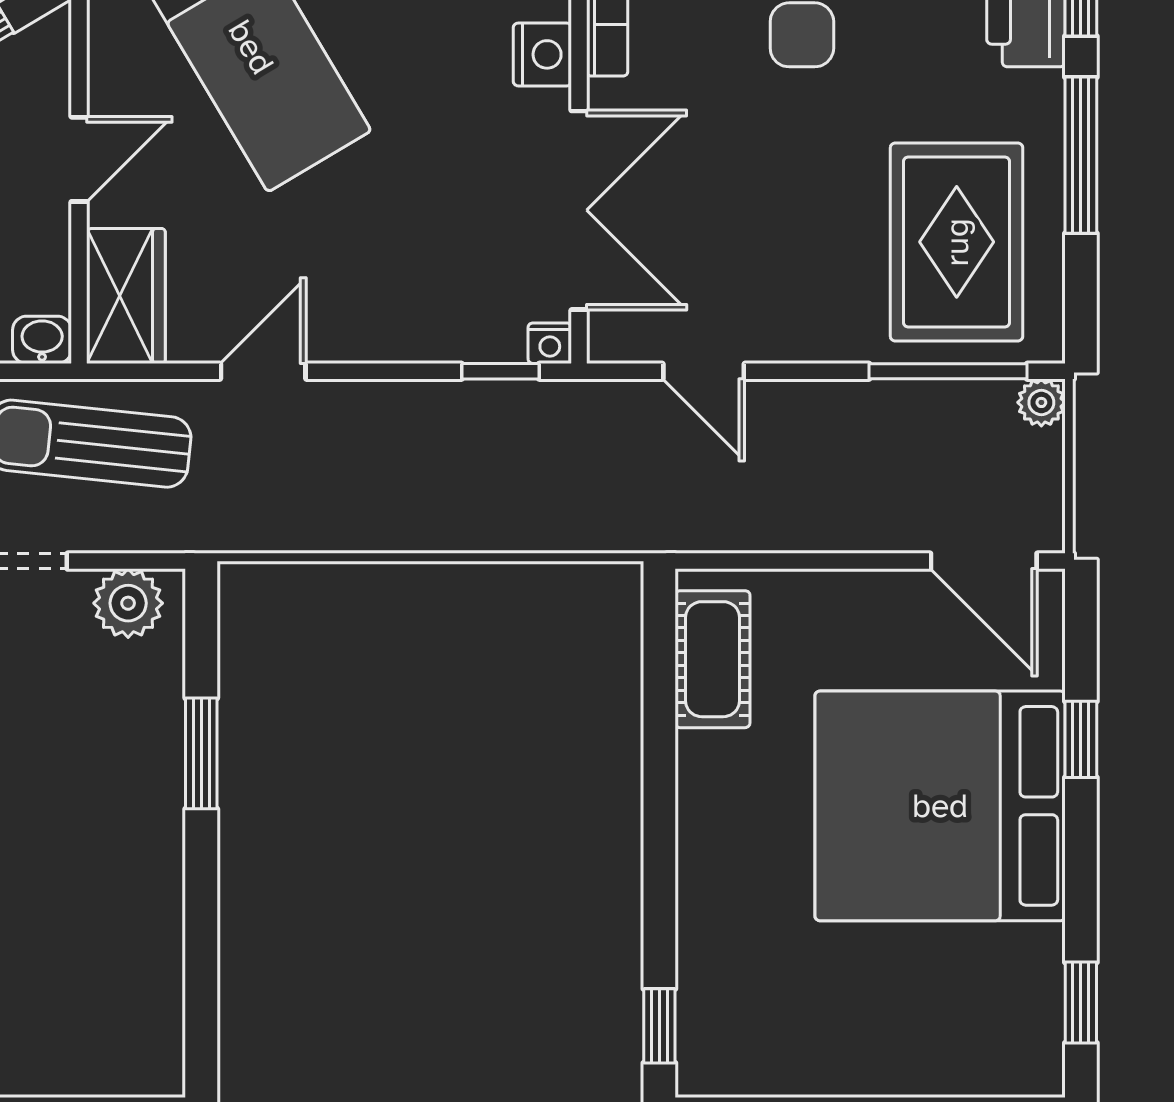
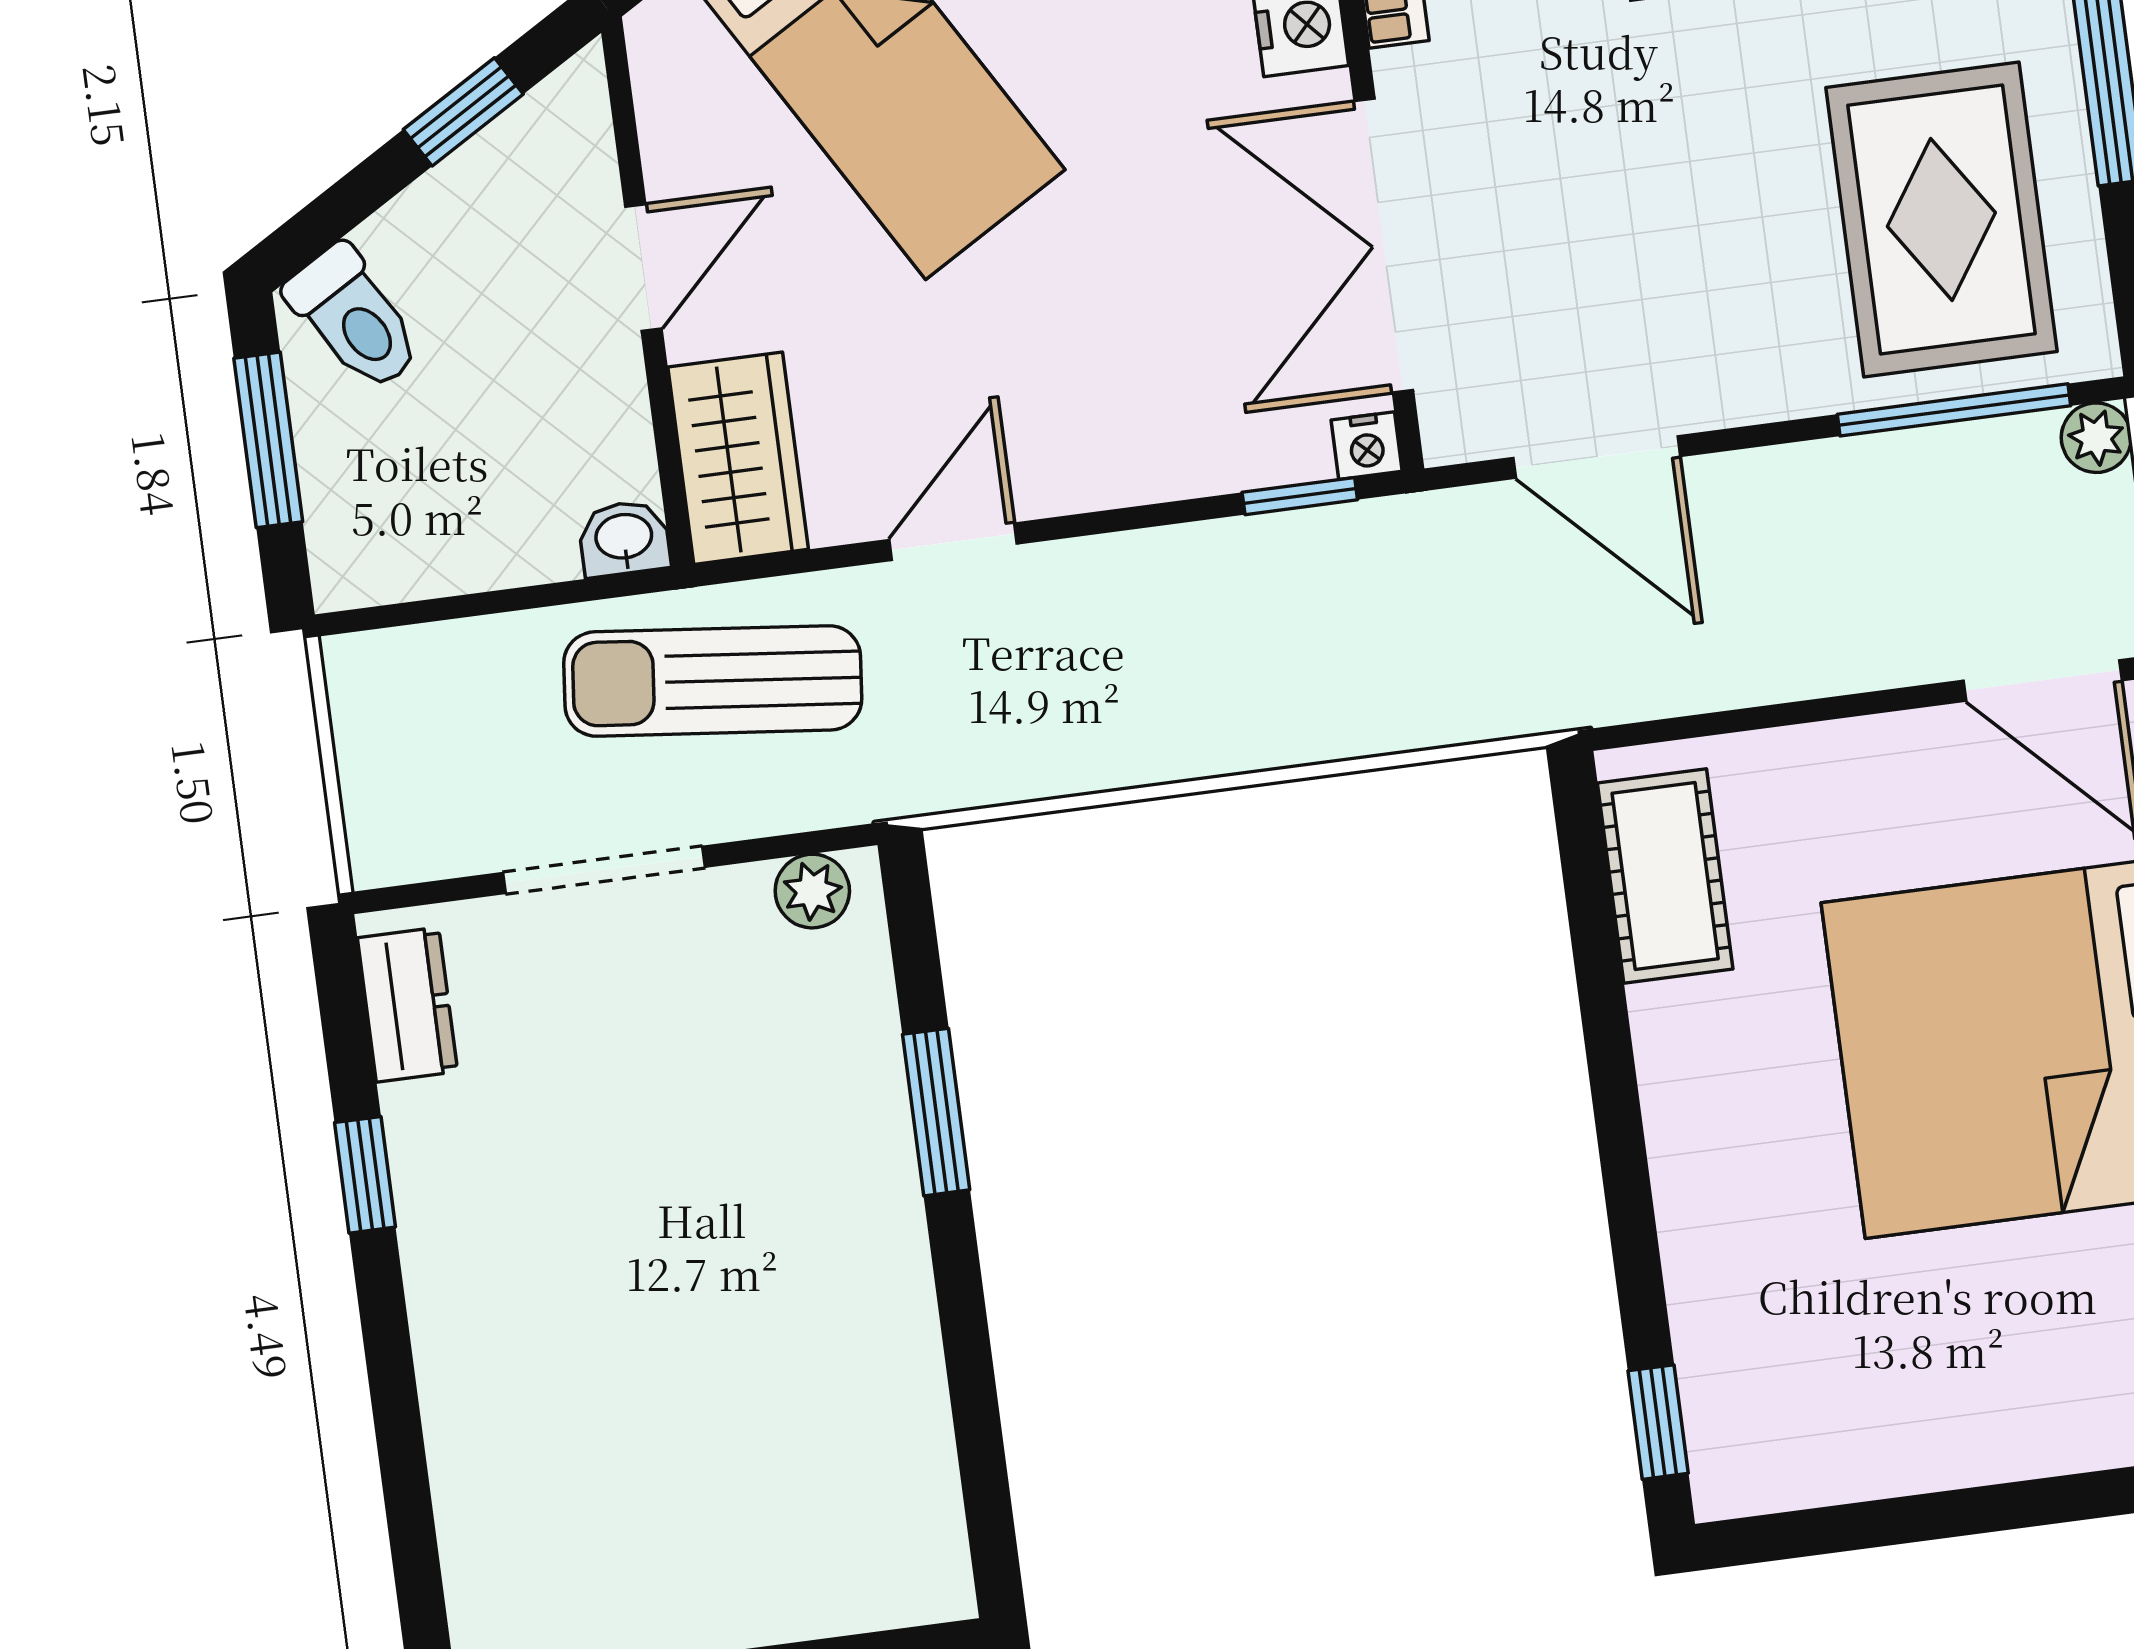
double door: (579, 210) -> (1384, 246), swing flipped
door: (704, 371) -> (1597, 457), width x1.38
plant: (128, 603) -> (812, 891), width x0.73, depth x0.73

